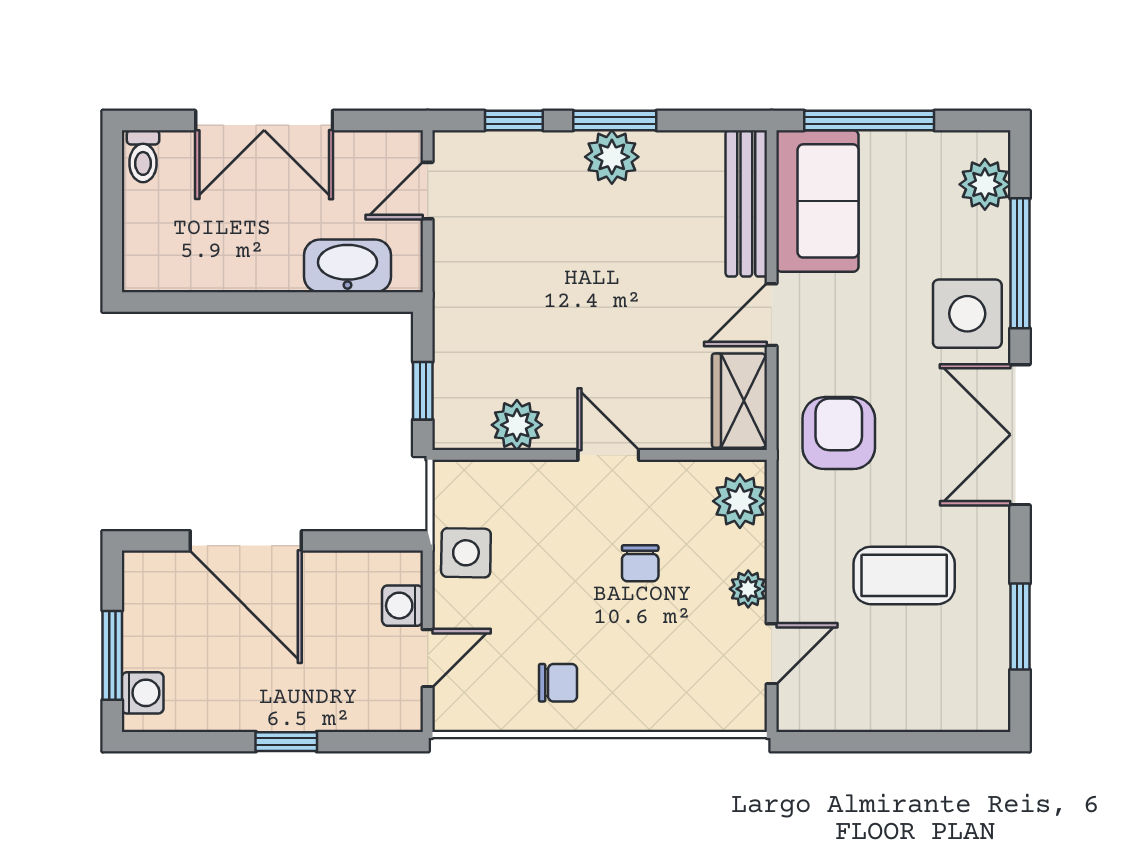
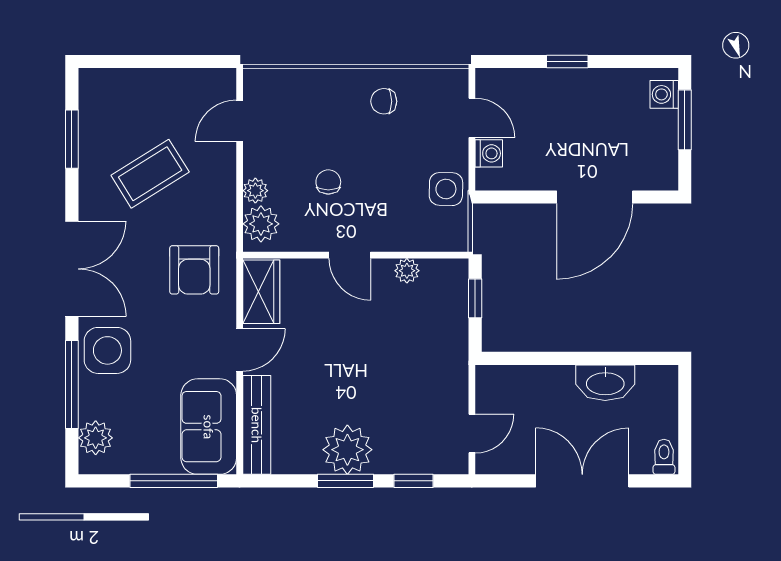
plant: (612, 157) -> (347, 450), width x1.36, depth x1.36
washbasin: (348, 266) -> (605, 383), moved
plant: (517, 425) -> (407, 271), width x0.73, depth x0.73
door: (246, 541) -> (595, 197), swing flipped
coffee table: (904, 575) -> (150, 174), turned -32
plant: (748, 589) -> (255, 191), moved
door: (428, 658) -> (472, 118), swing flipped

